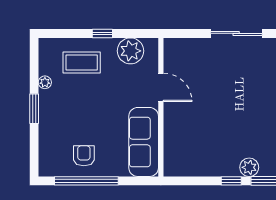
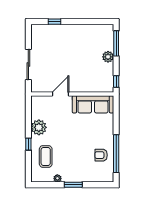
door: (161, 87) -> (60, 94), moved
wall: (161, 107) -> (72, 94), moved
sofa: (144, 142) -> (93, 104), moved
window: (231, 181) -> (116, 82), moved

